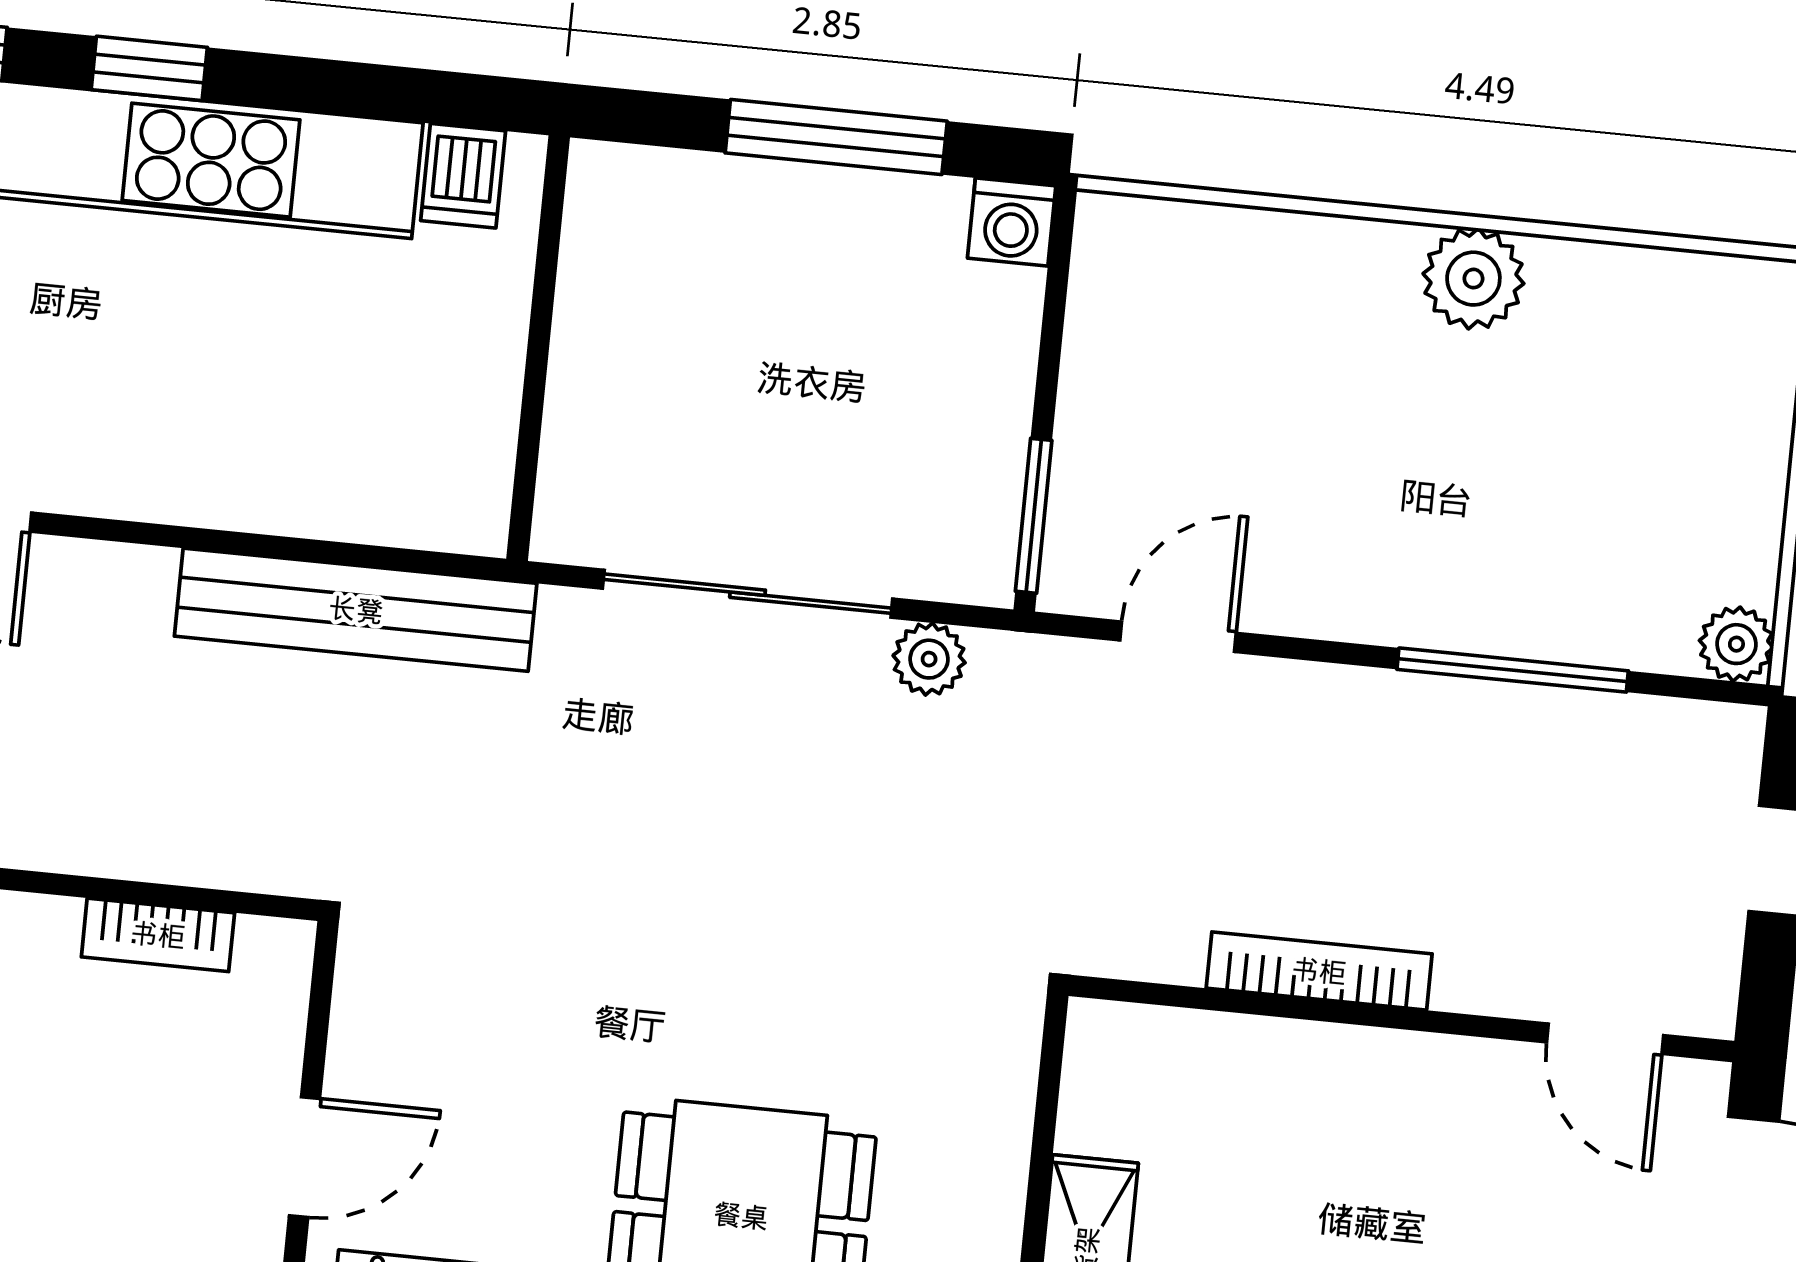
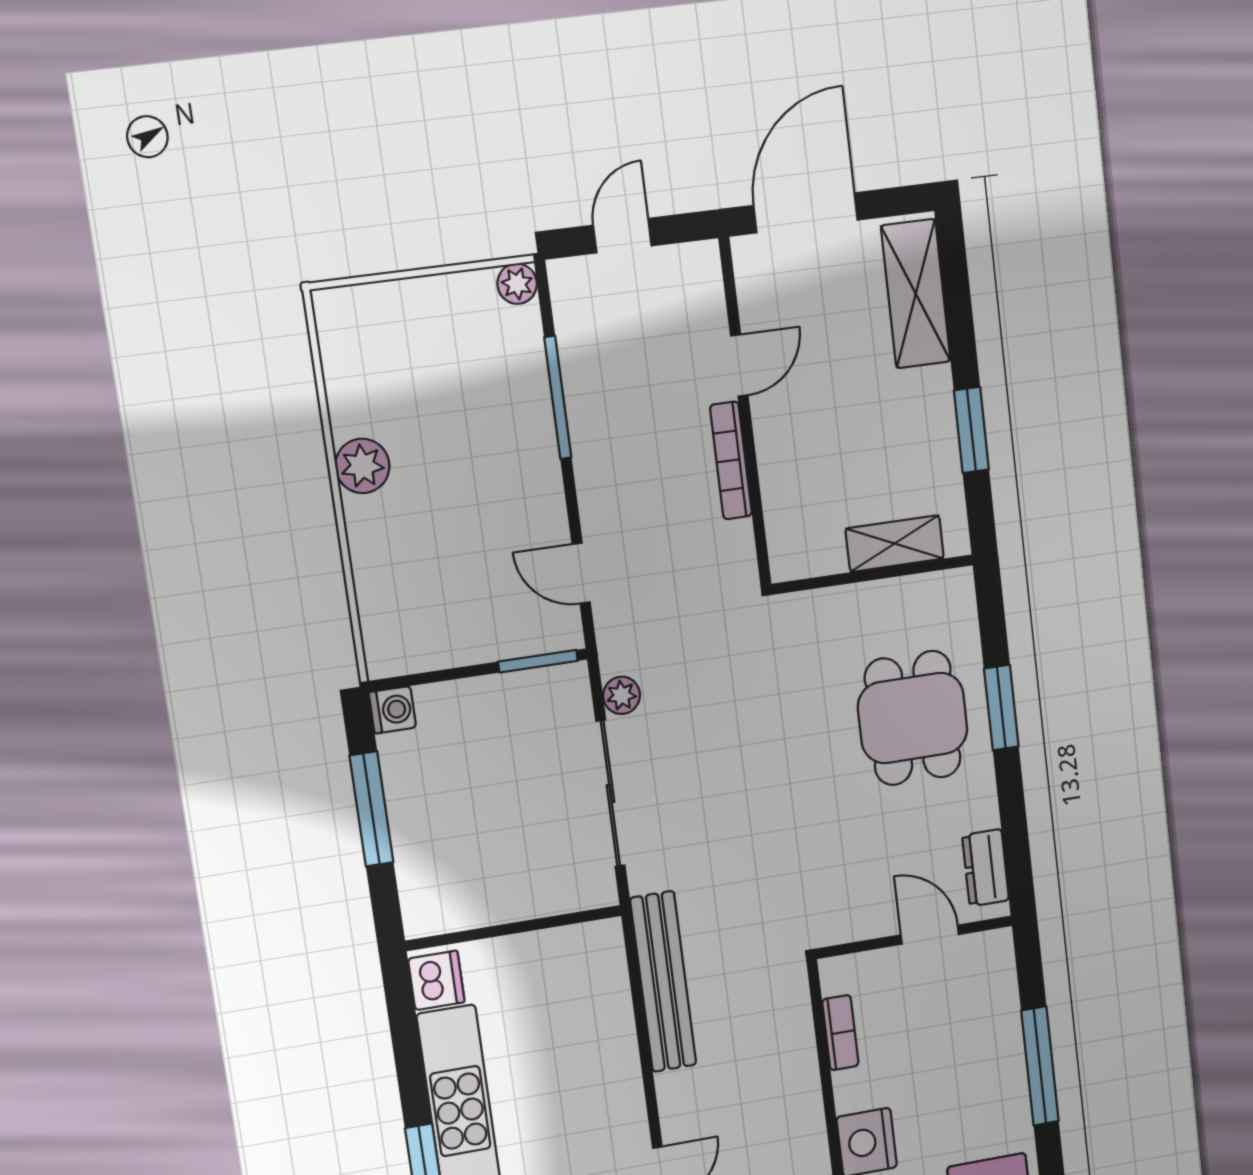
dishwasher: (463, 176) -> (436, 980), width x1.38
door: (1605, 1039) -> (739, 365), moved

